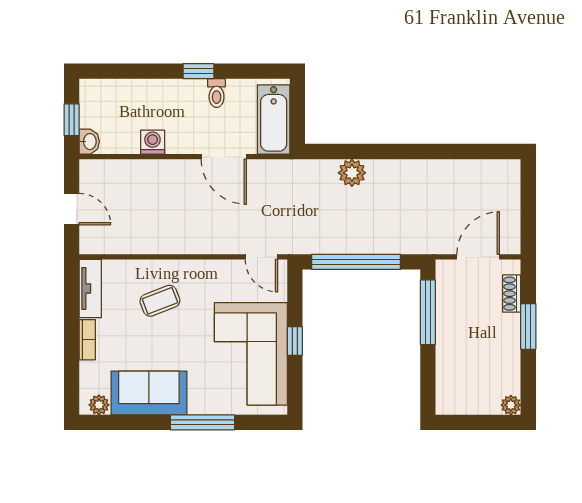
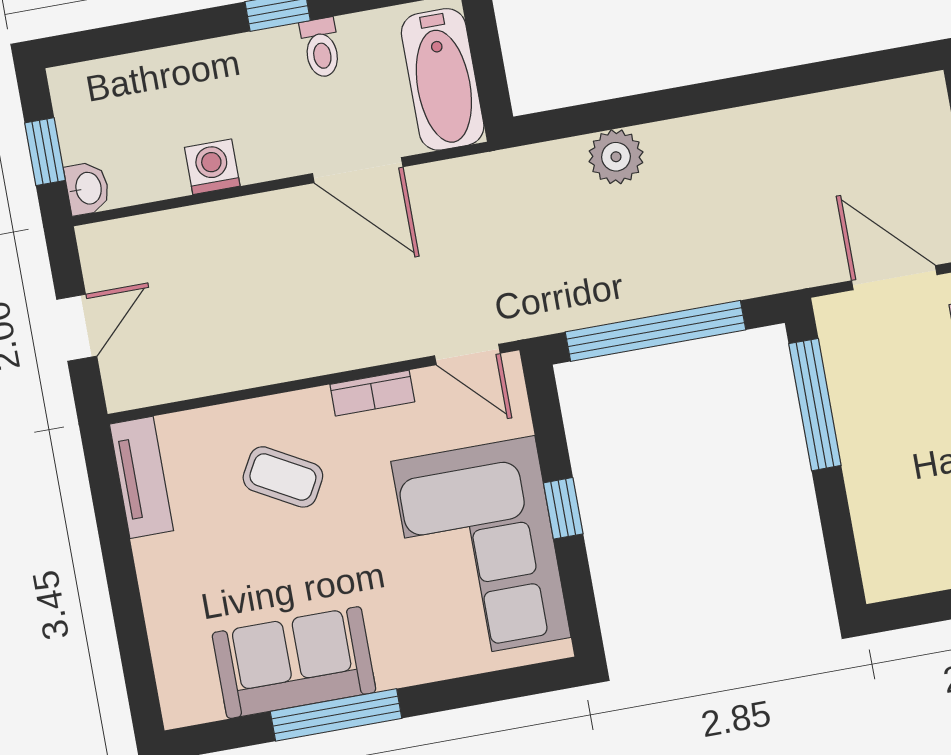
door: (72, 209) -> (77, 328), hinge flipped
door: (478, 257) -> (894, 278), hinge flipped
coffee table: (160, 301) -> (283, 477), turned 50
bookcase: (87, 340) -> (372, 393), moved, turned 90
plant: (99, 405) -> (200, 704), removed
window: (203, 422) -> (336, 715), moved

